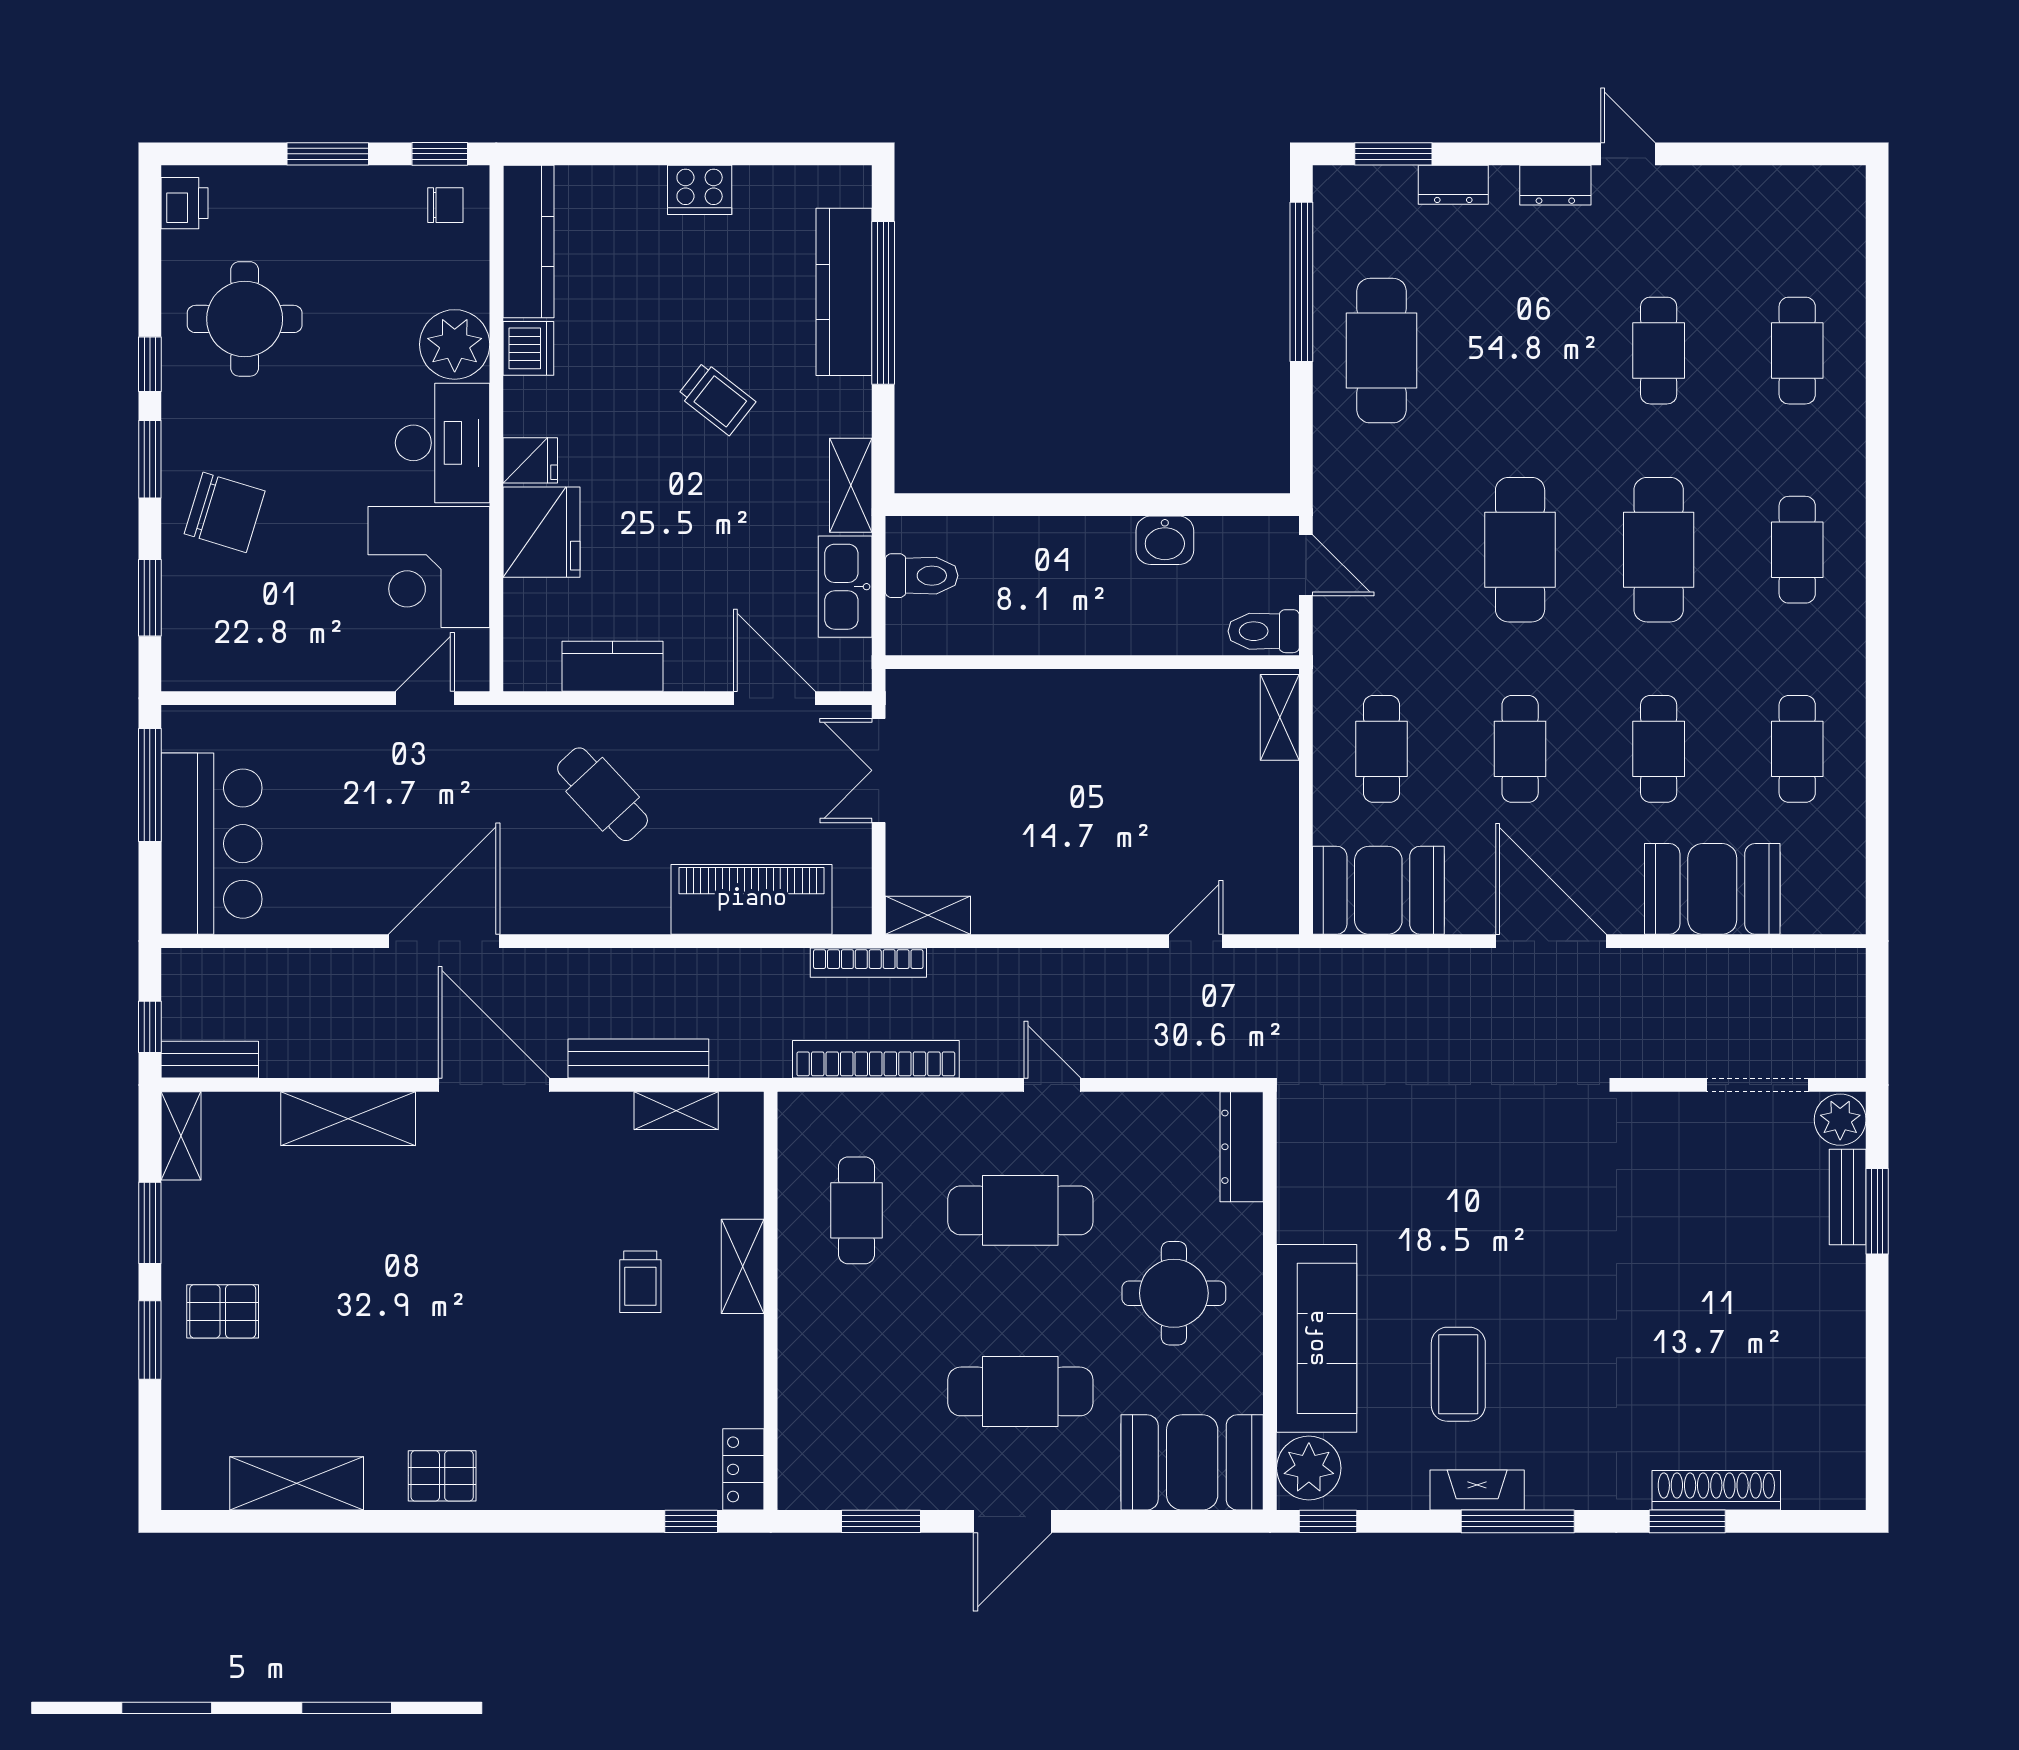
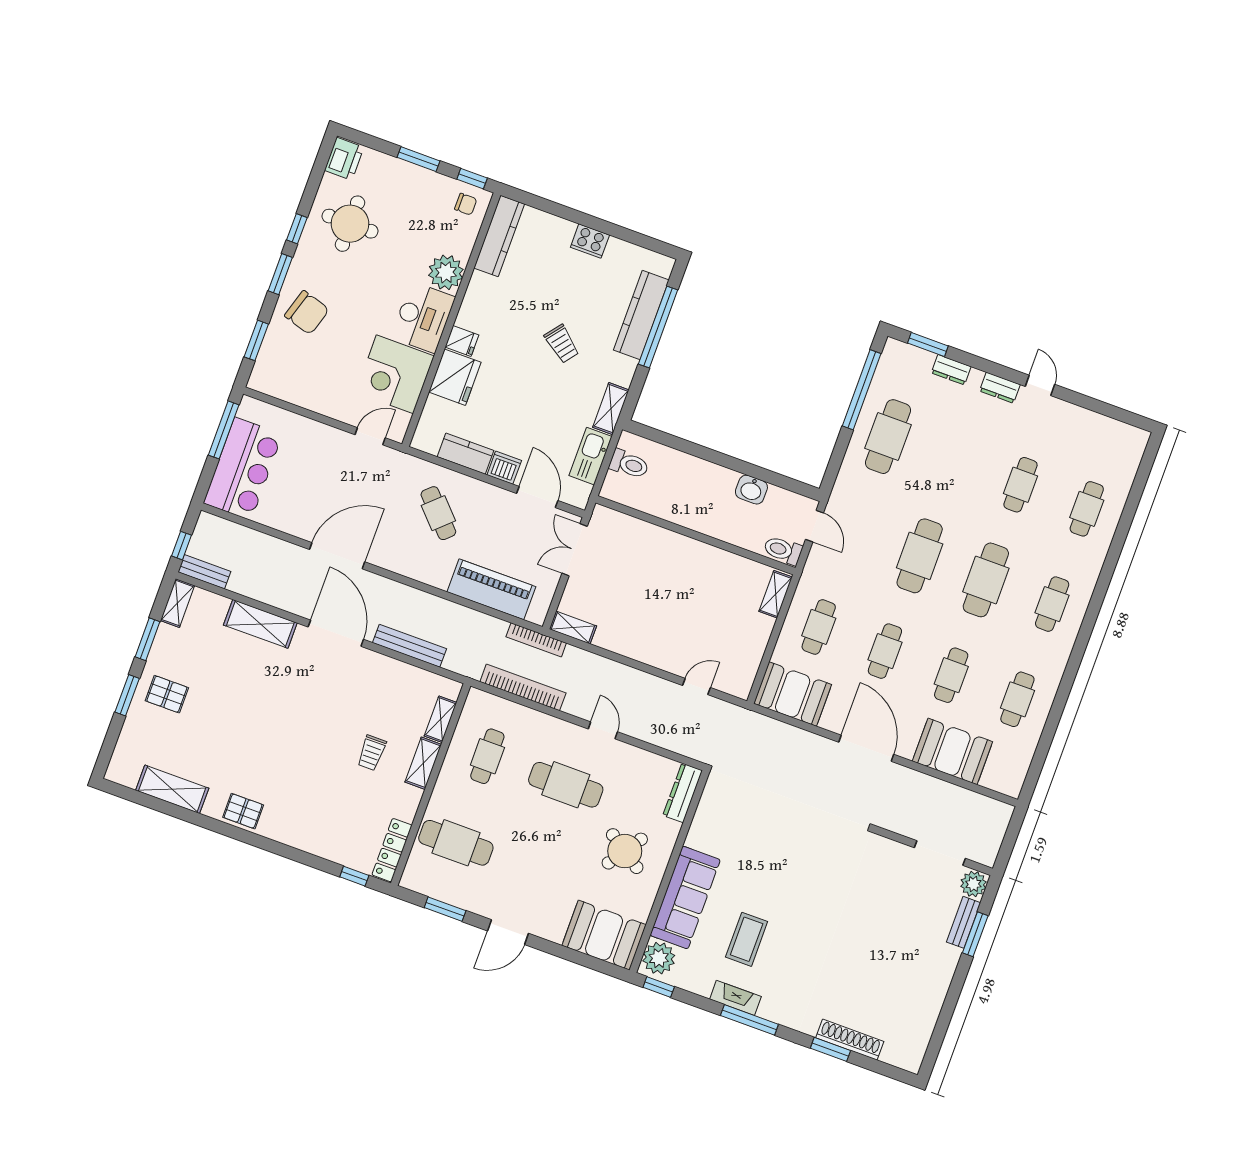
printer: (185, 203) -> (344, 159), width x1.36, depth x1.24
dishwasher: (528, 348) -> (504, 468), moved, turned -90
shelving: (676, 1111) -> (441, 719), moved, turned 90
round table: (1174, 1293) -> (625, 851), turned 34
cafe table: (1020, 1391) -> (456, 843), moved
locker: (743, 1469) -> (392, 850), width x1.53

